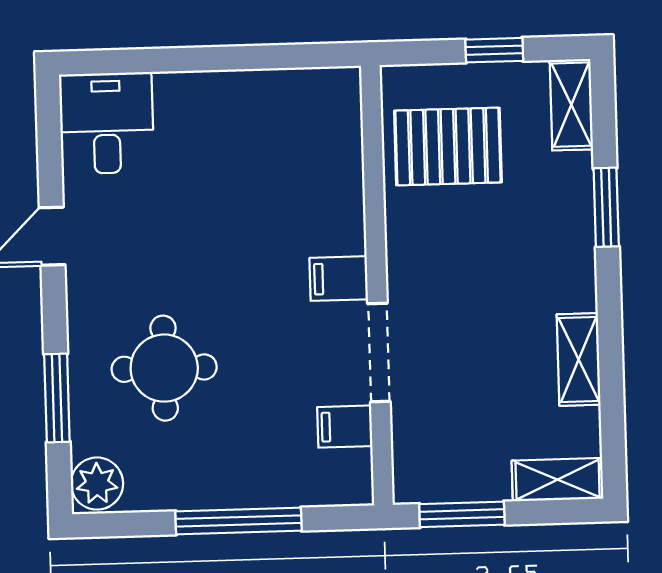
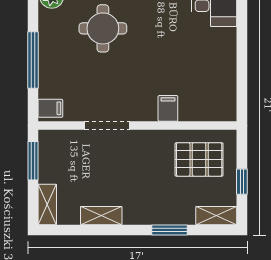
pallet: (448, 146) -> (199, 159), turned 90
filing cabinet: (339, 279) -> (168, 108), moved
filing cabinet: (345, 427) -> (50, 108), moved, turned 90

